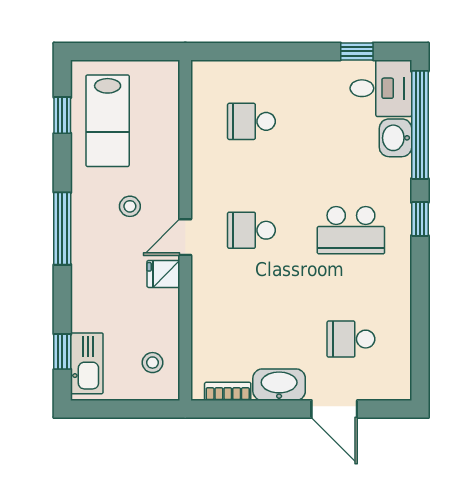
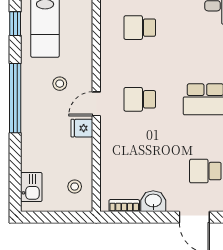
window: (62, 229) -> (15, 98), width x1.46
window: (62, 352) -> (15, 179), removed
kitchen sink: (87, 363) -> (31, 187), width x0.73
washbasin: (279, 385) -> (153, 201), width x0.72

